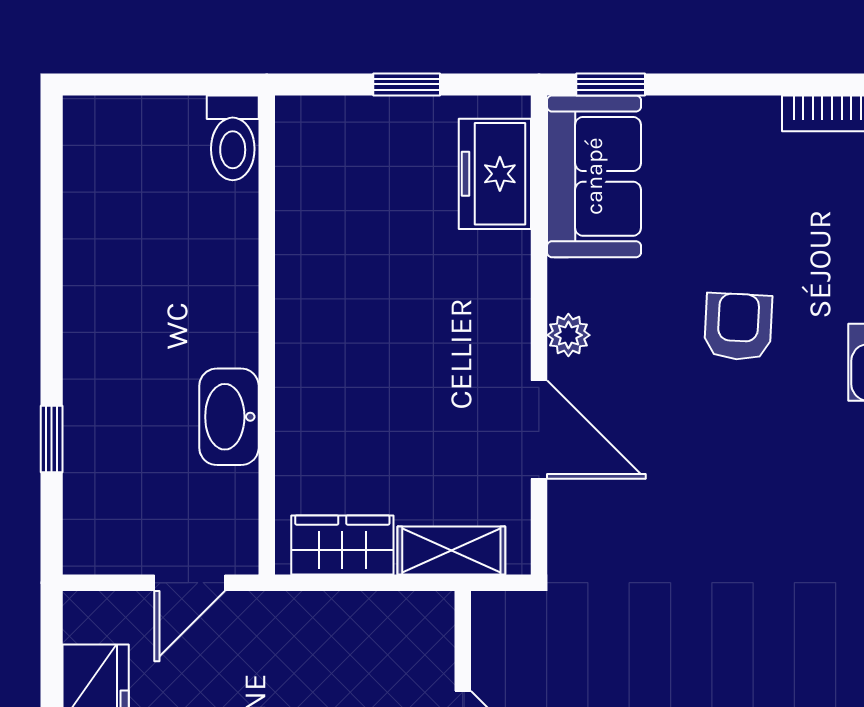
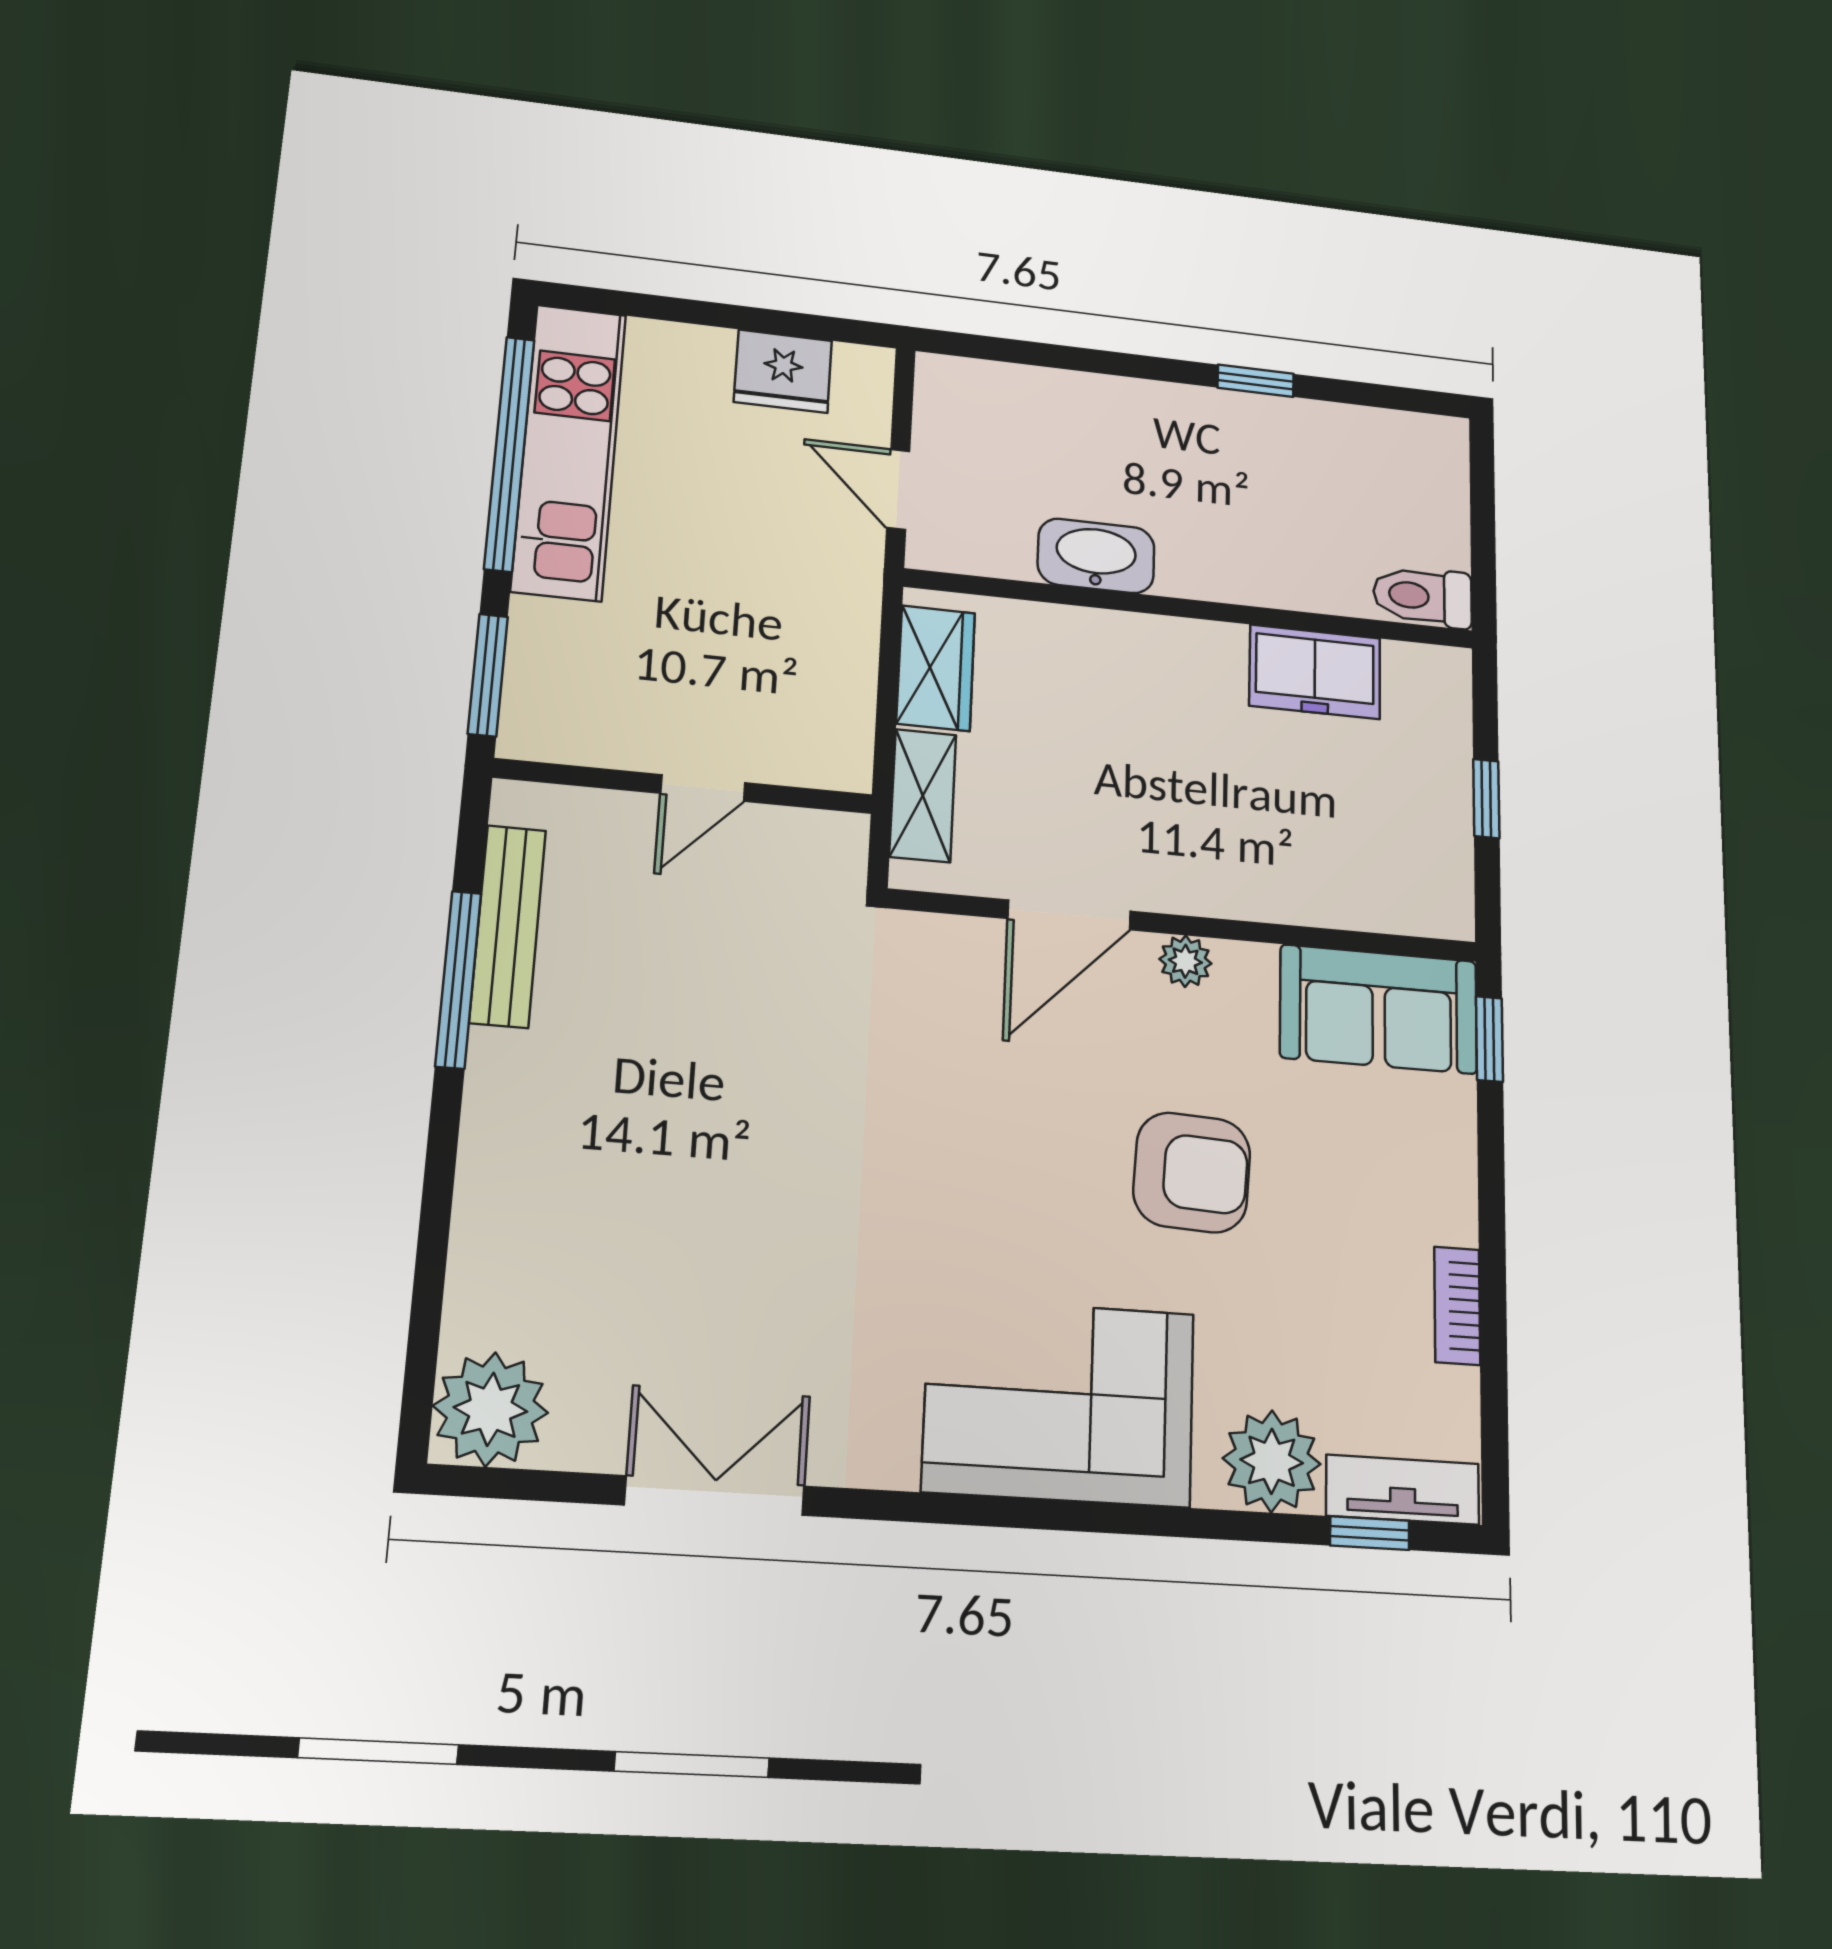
freezer: (495, 174) -> (1315, 672), moved, turned 180
armchair: (738, 327) -> (1192, 1172), width x1.38, depth x1.38
window: (52, 439) -> (1256, 381), moved

